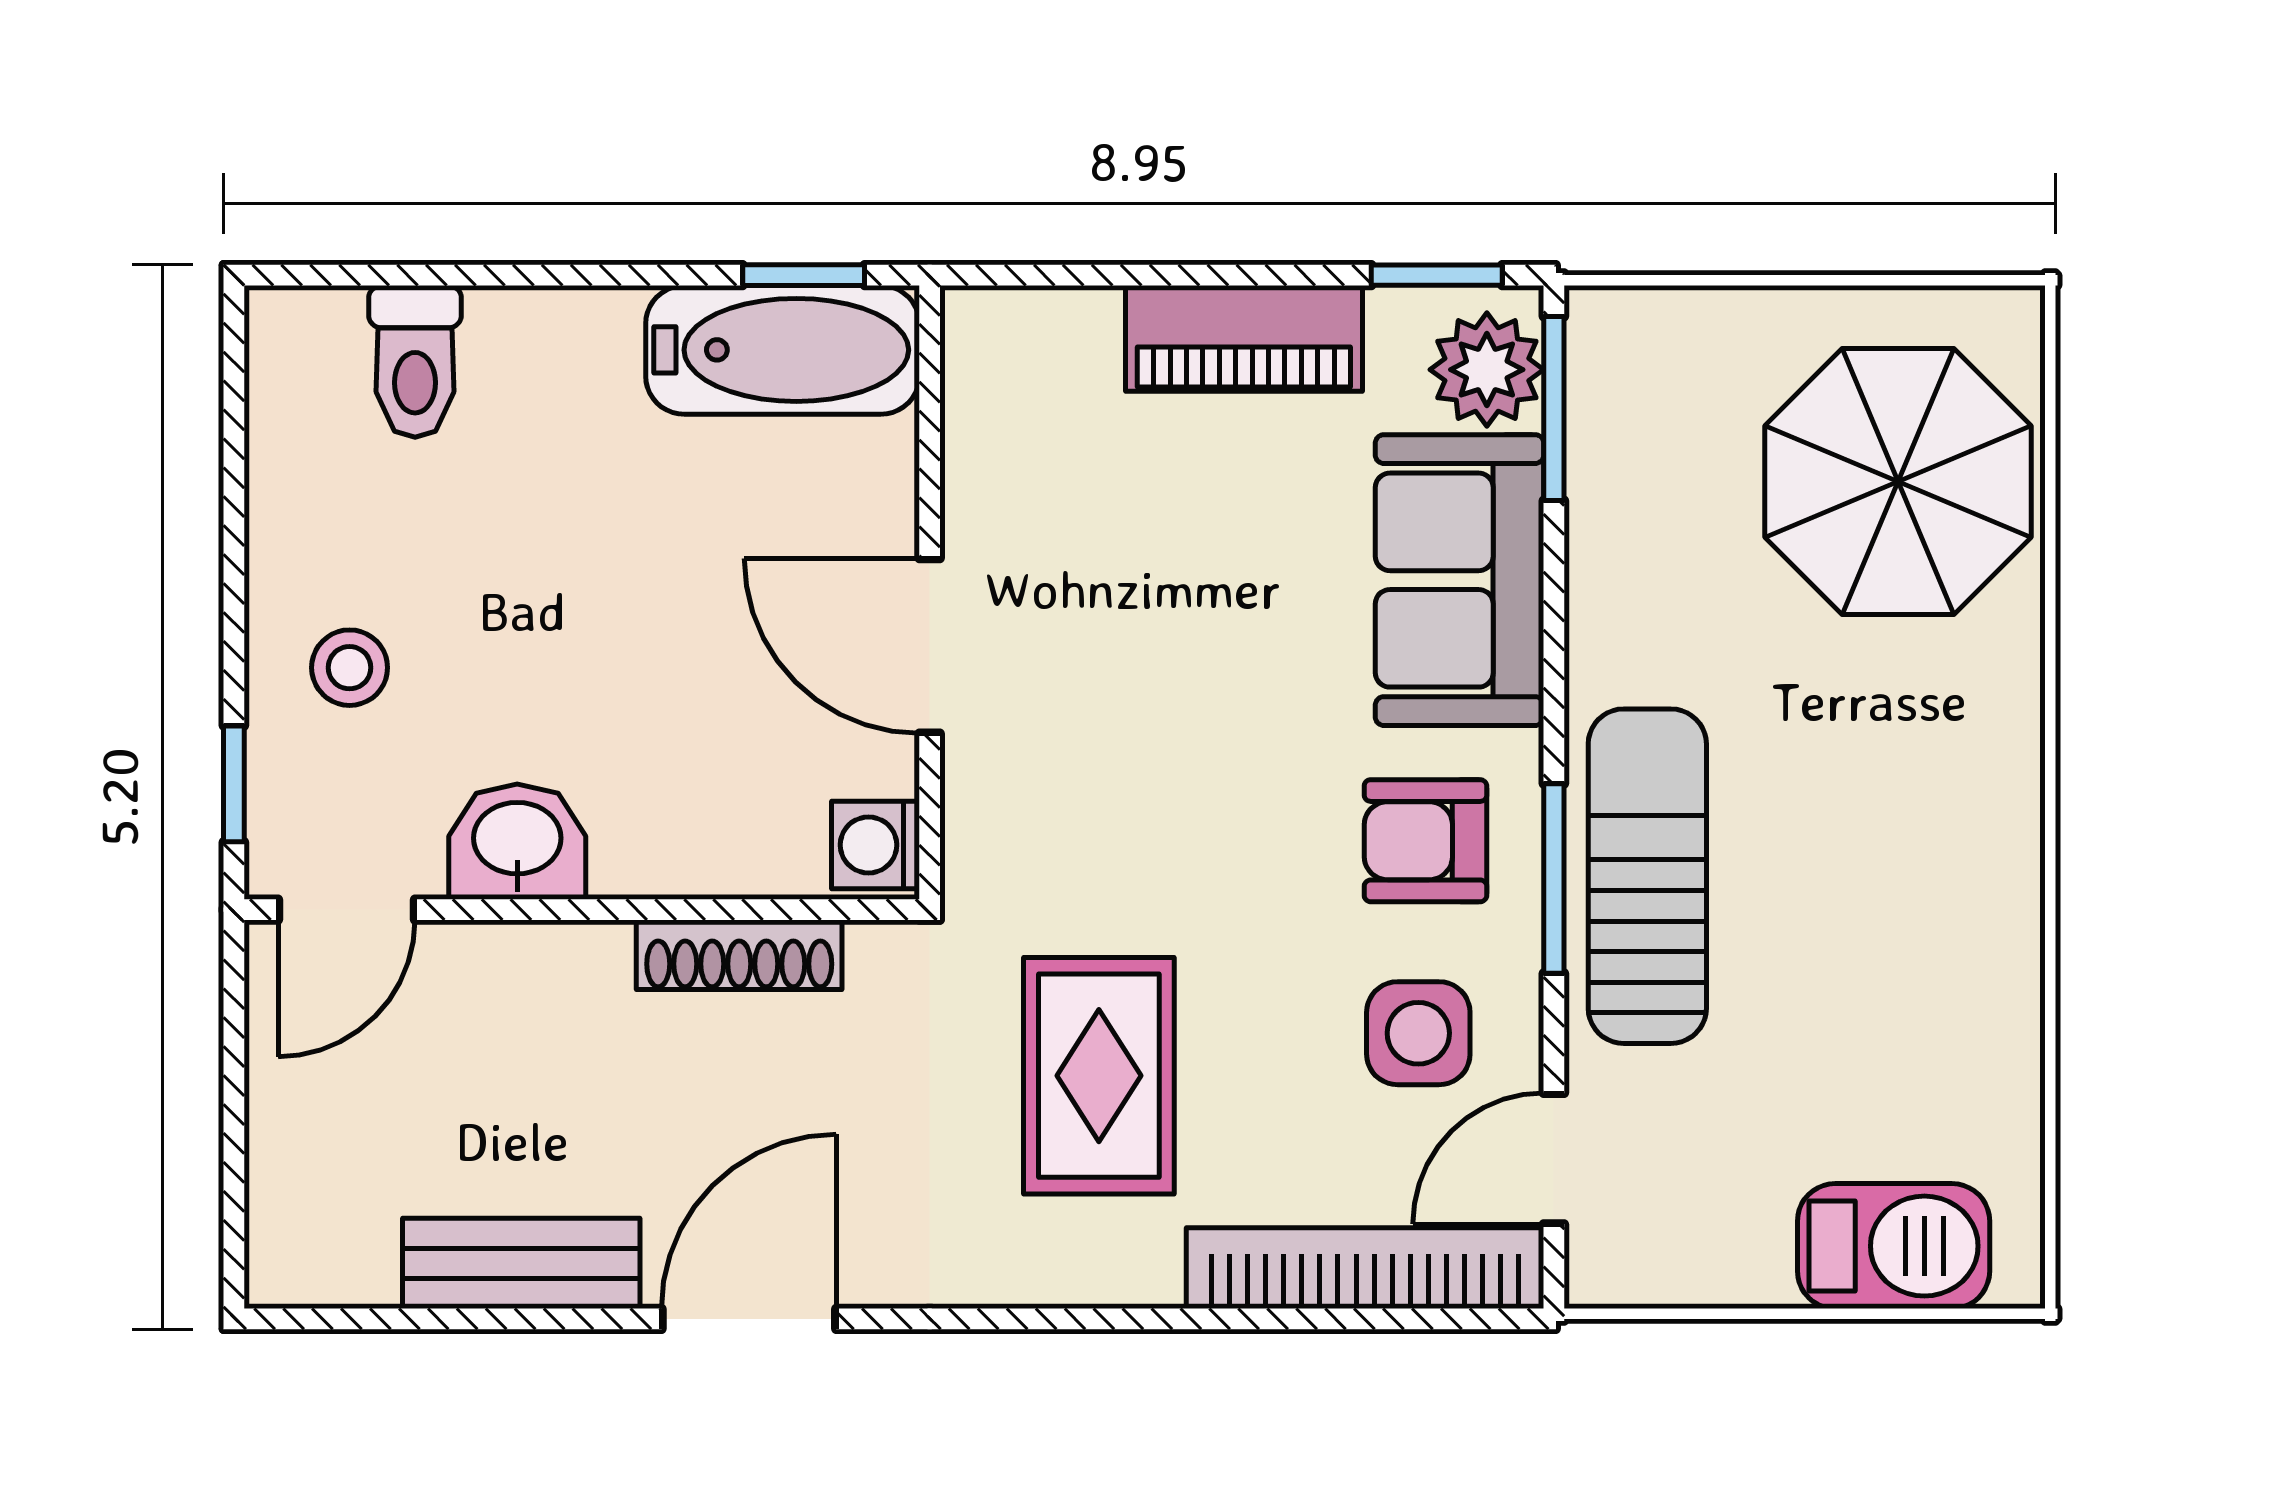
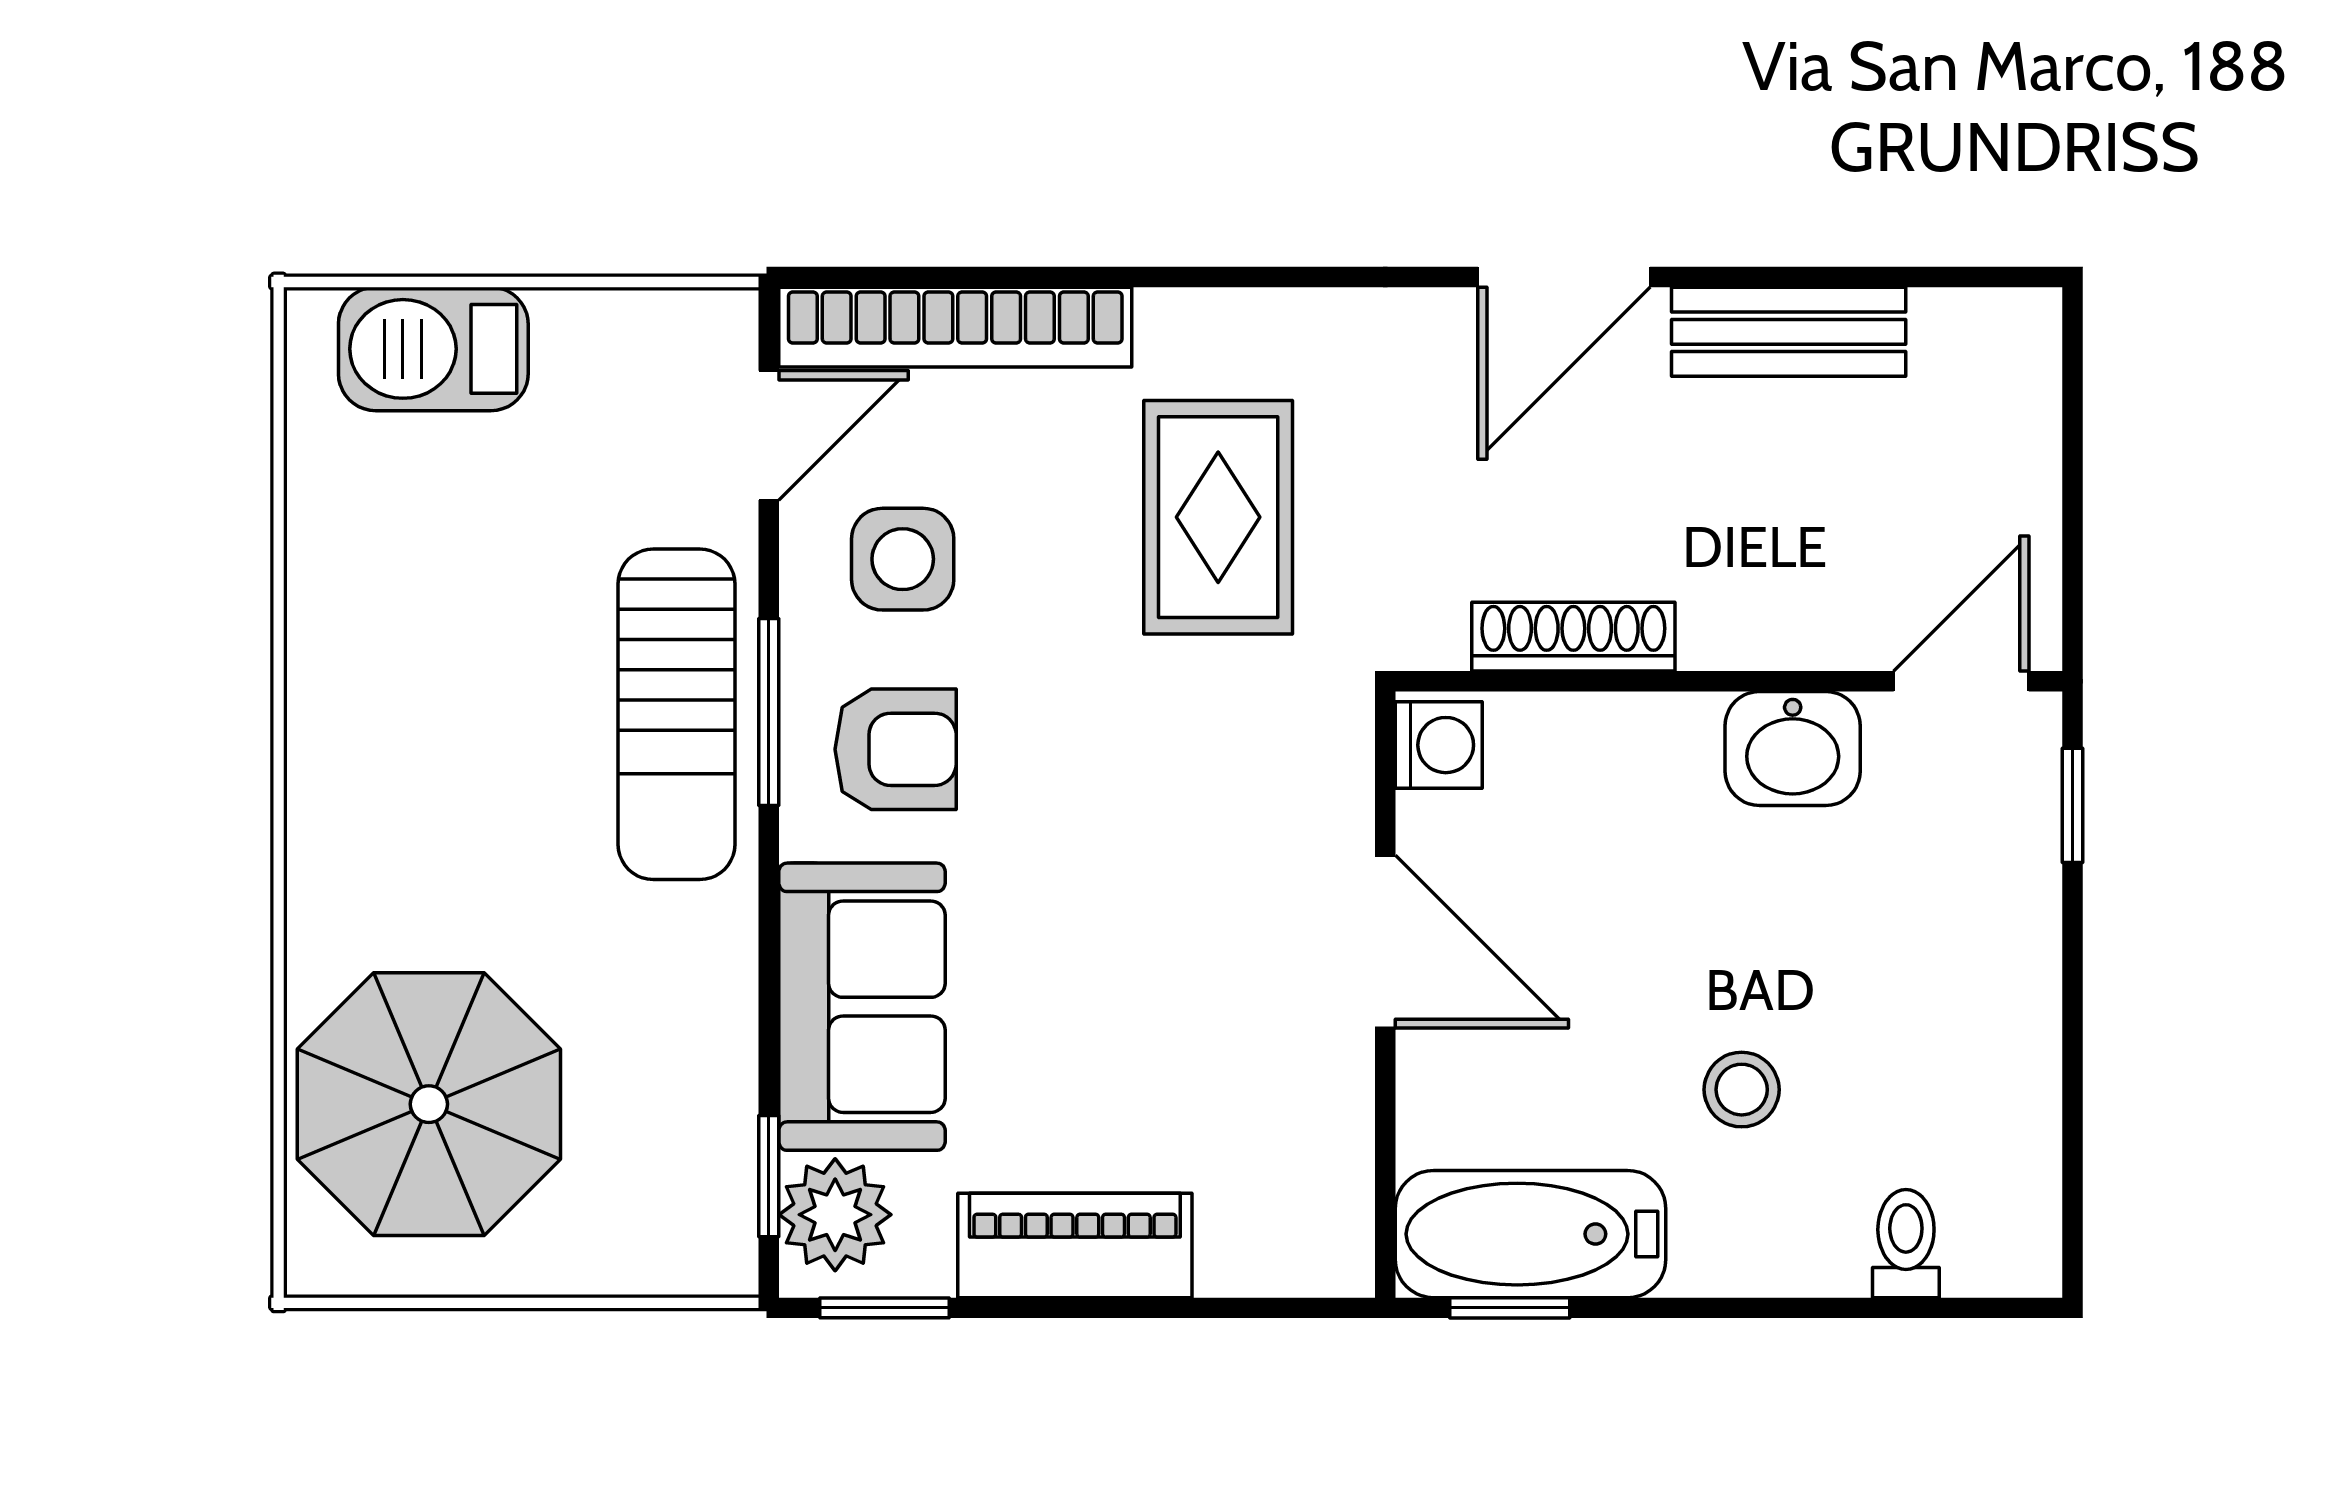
toilet: (415, 361) -> (1906, 1244), width x0.73, depth x0.72
window: (1554, 408) -> (769, 1176), width x0.67
stool: (350, 668) -> (1742, 1090), moved

